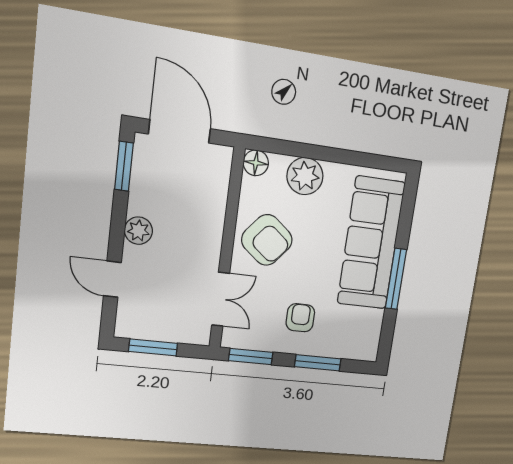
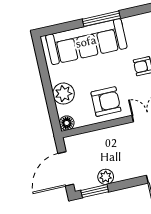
plant: (138, 231) -> (106, 177), moved
armchair: (267, 240) -> (106, 102), turned 51

